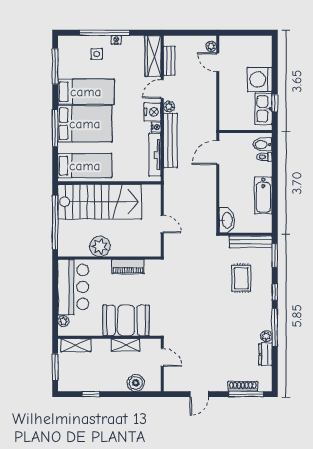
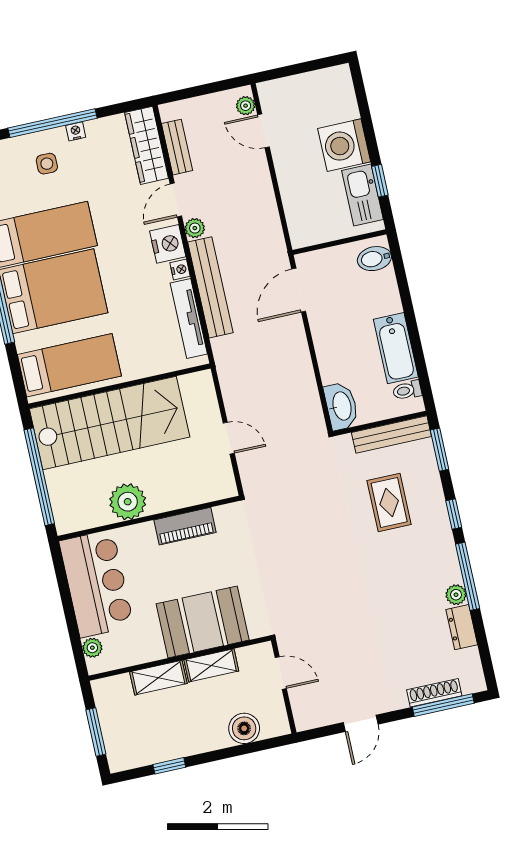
toilet: (264, 157) -> (407, 390), moved
shelving: (76, 345) -> (158, 678), moved

